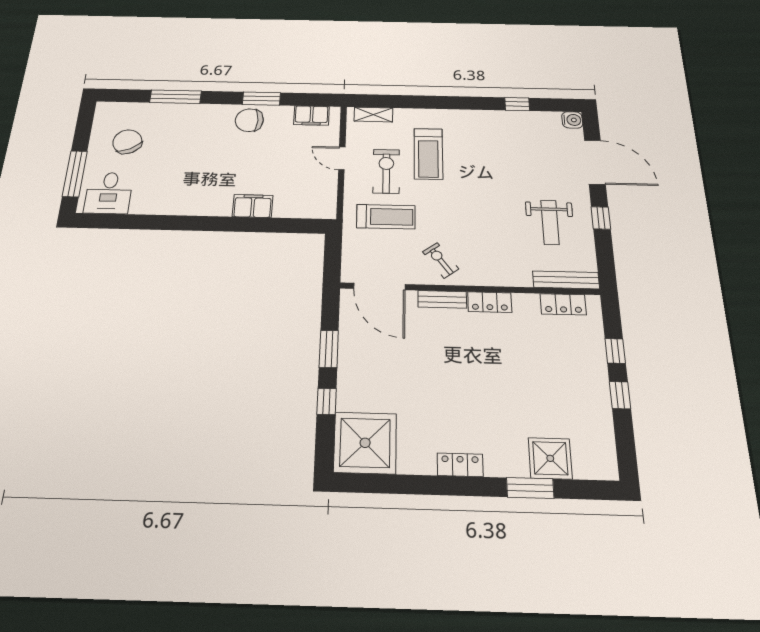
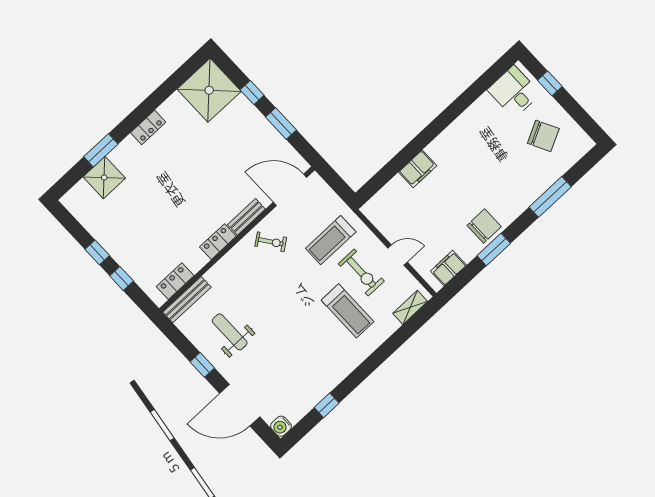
treadmill: (428, 154) -> (348, 311), turned 180
window: (75, 174) -> (550, 83), width x0.46

